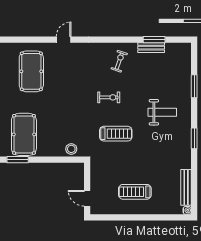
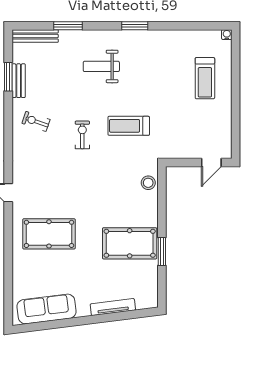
weight bench: (162, 112) -> (101, 66), turned -90
treadmill: (116, 134) -> (129, 126), turned -90
bench: (186, 187) -> (35, 36), moved
treadmill: (135, 192) -> (205, 78), moved

